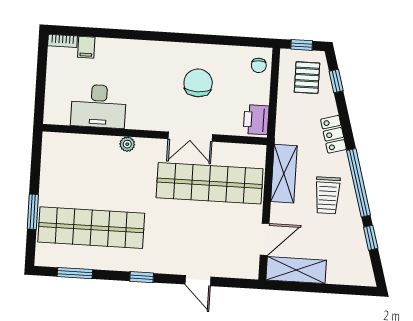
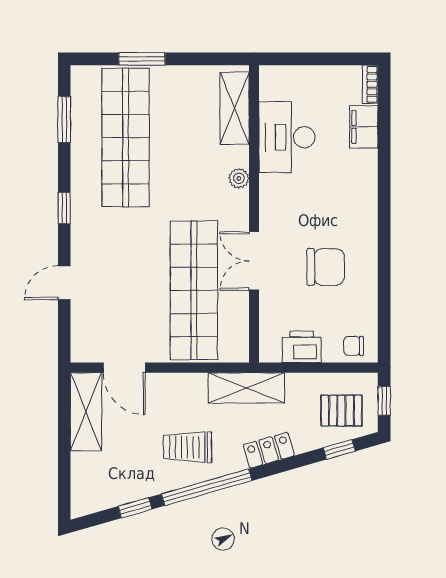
filing cabinet: (86, 47) -> (364, 127), width x2.00
printer: (256, 120) -> (302, 347), moved
shelving: (74, 144) -> (235, 108), added
shelving: (284, 174) -> (246, 388), moved

